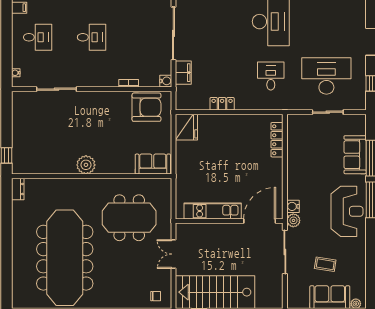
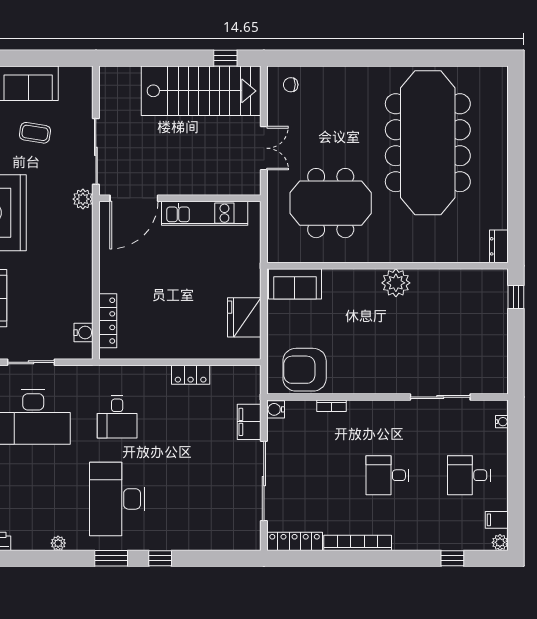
fridge: (186, 127) -> (244, 317), moved
water cooler: (293, 206) -> (84, 333), moved

